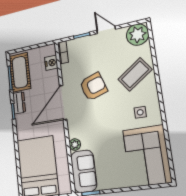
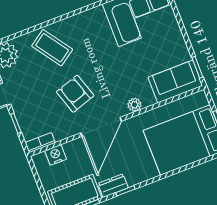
door: (63, 102) -> (101, 127), hinge flipped
side table: (140, 112) -> (94, 32), removed
plant: (75, 145) -> (134, 105), moved

